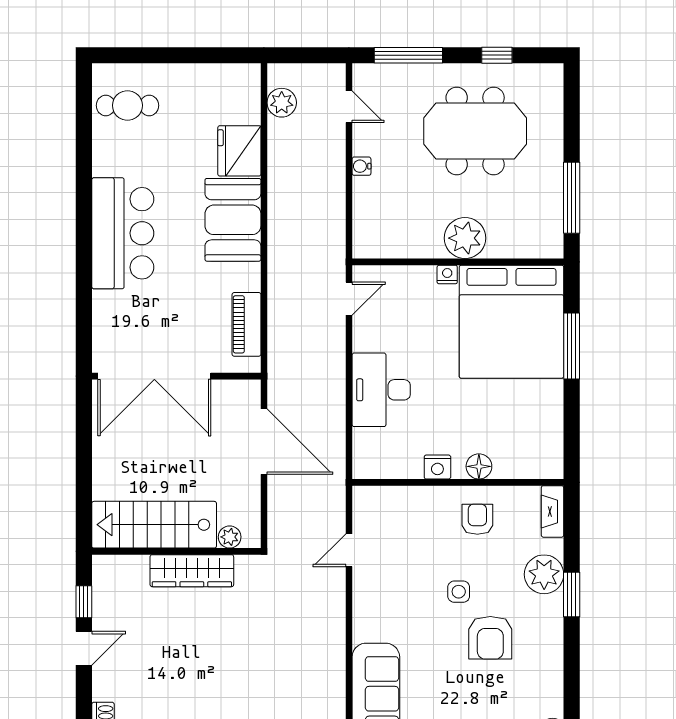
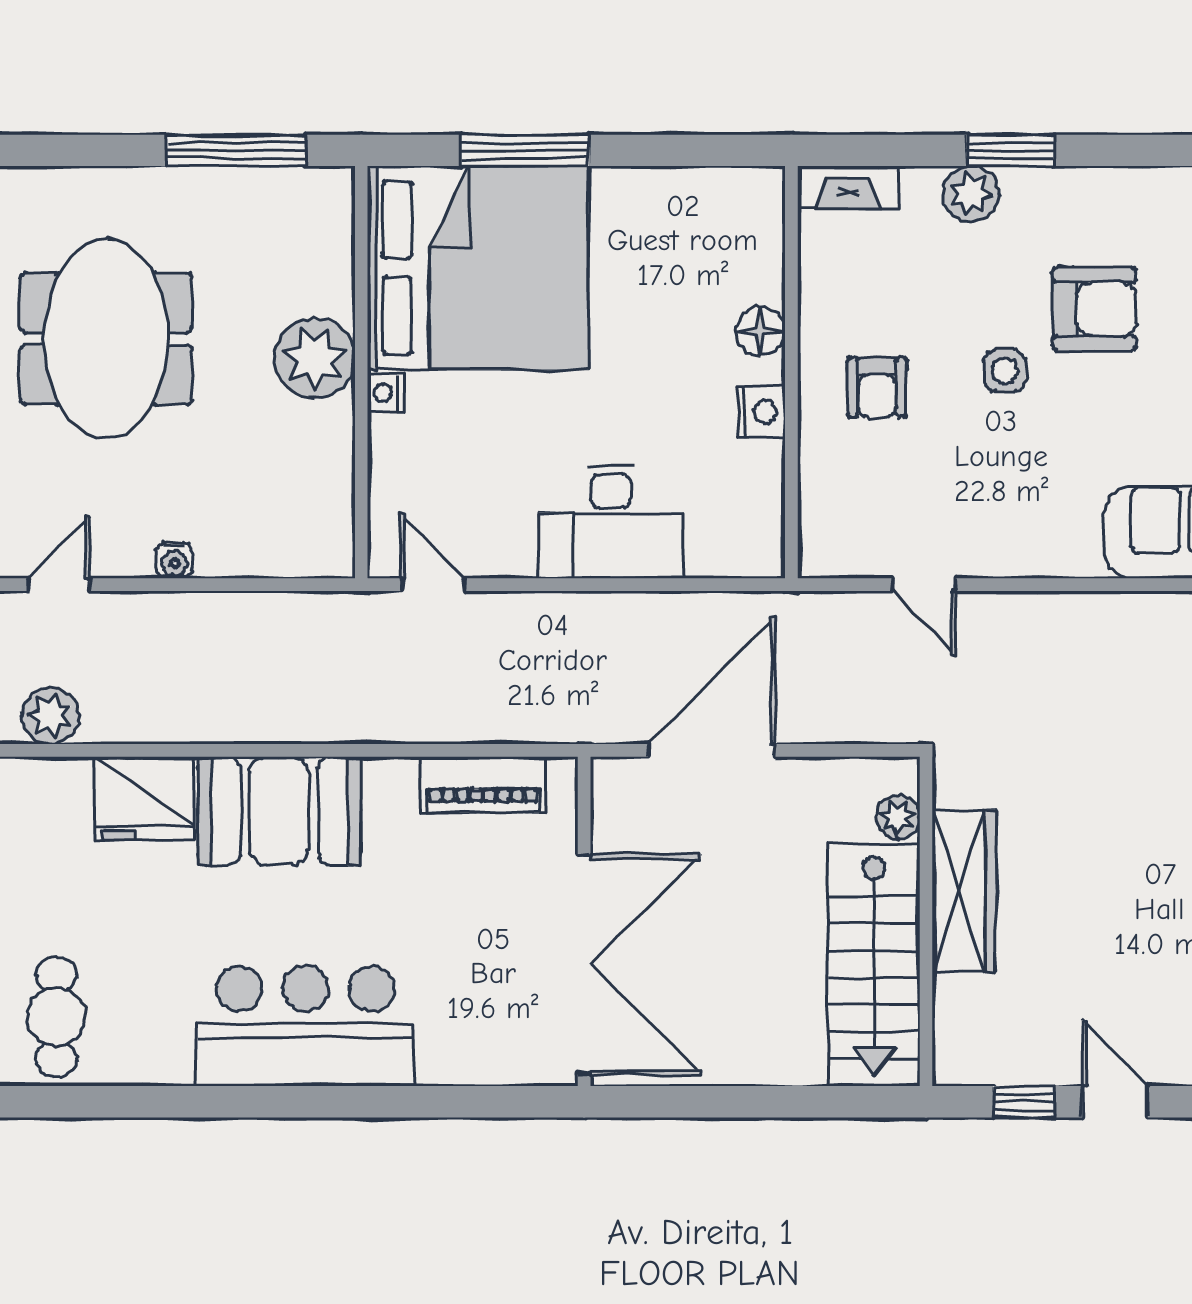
armchair: (477, 519) -> (877, 387), moved, turned -90
plant: (544, 574) -> (971, 194), width x0.73, depth x0.73

